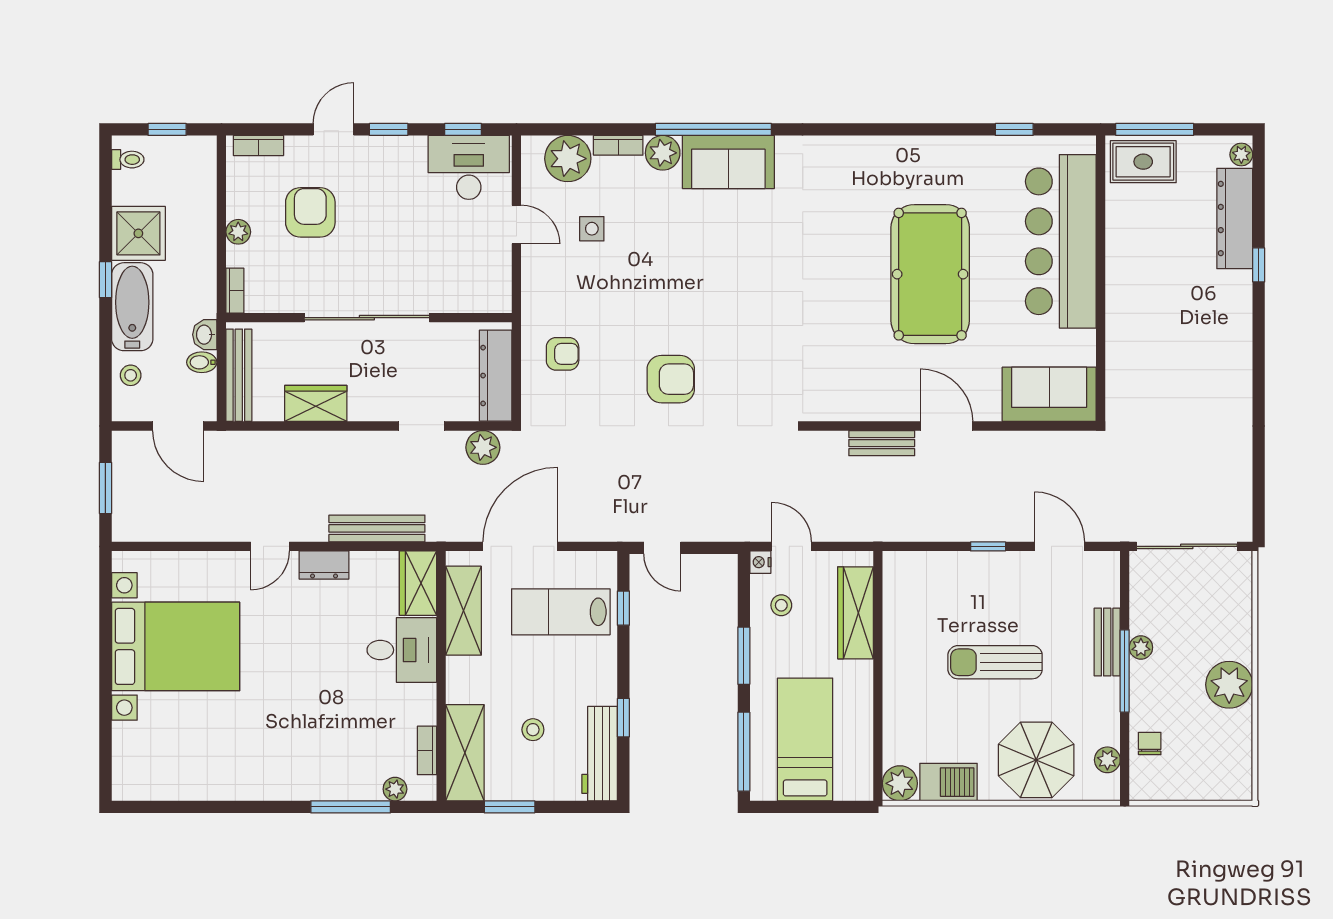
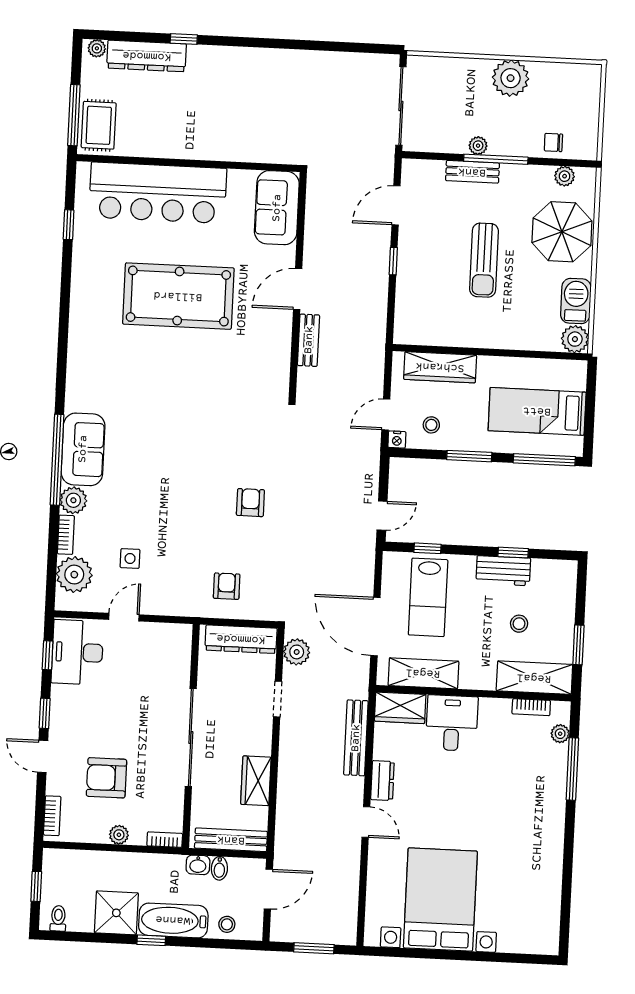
armchair: (671, 379) -> (250, 503), width x0.72, depth x0.72
workbench: (600, 754) -> (503, 571), moved, width x0.73

